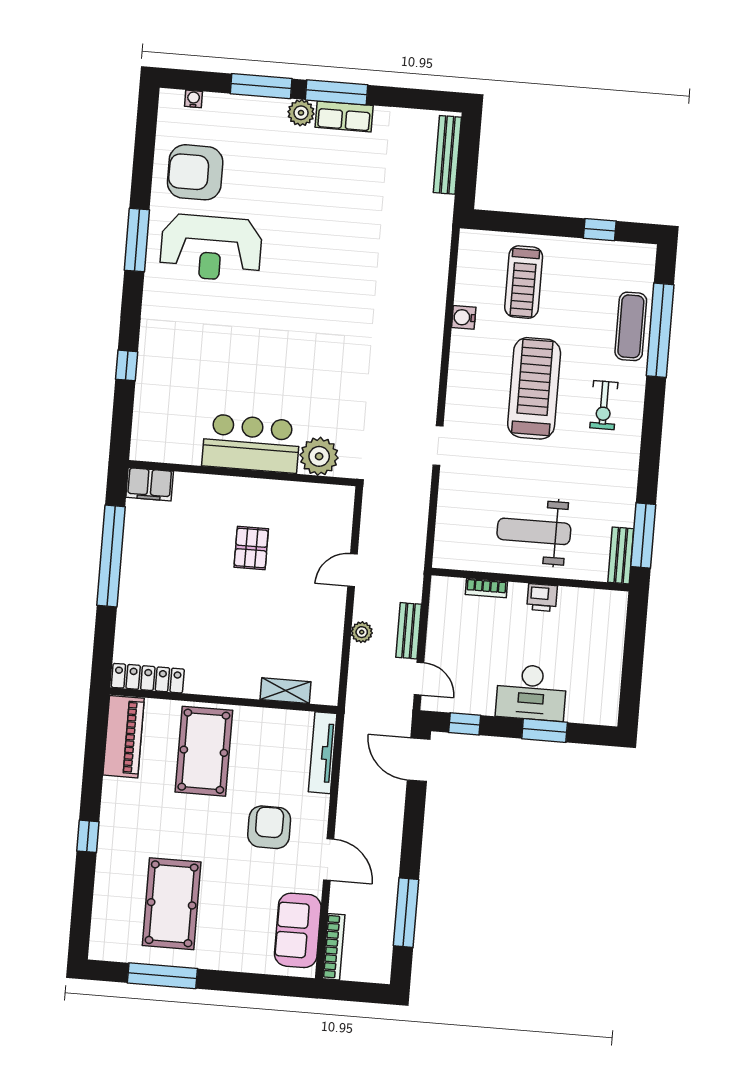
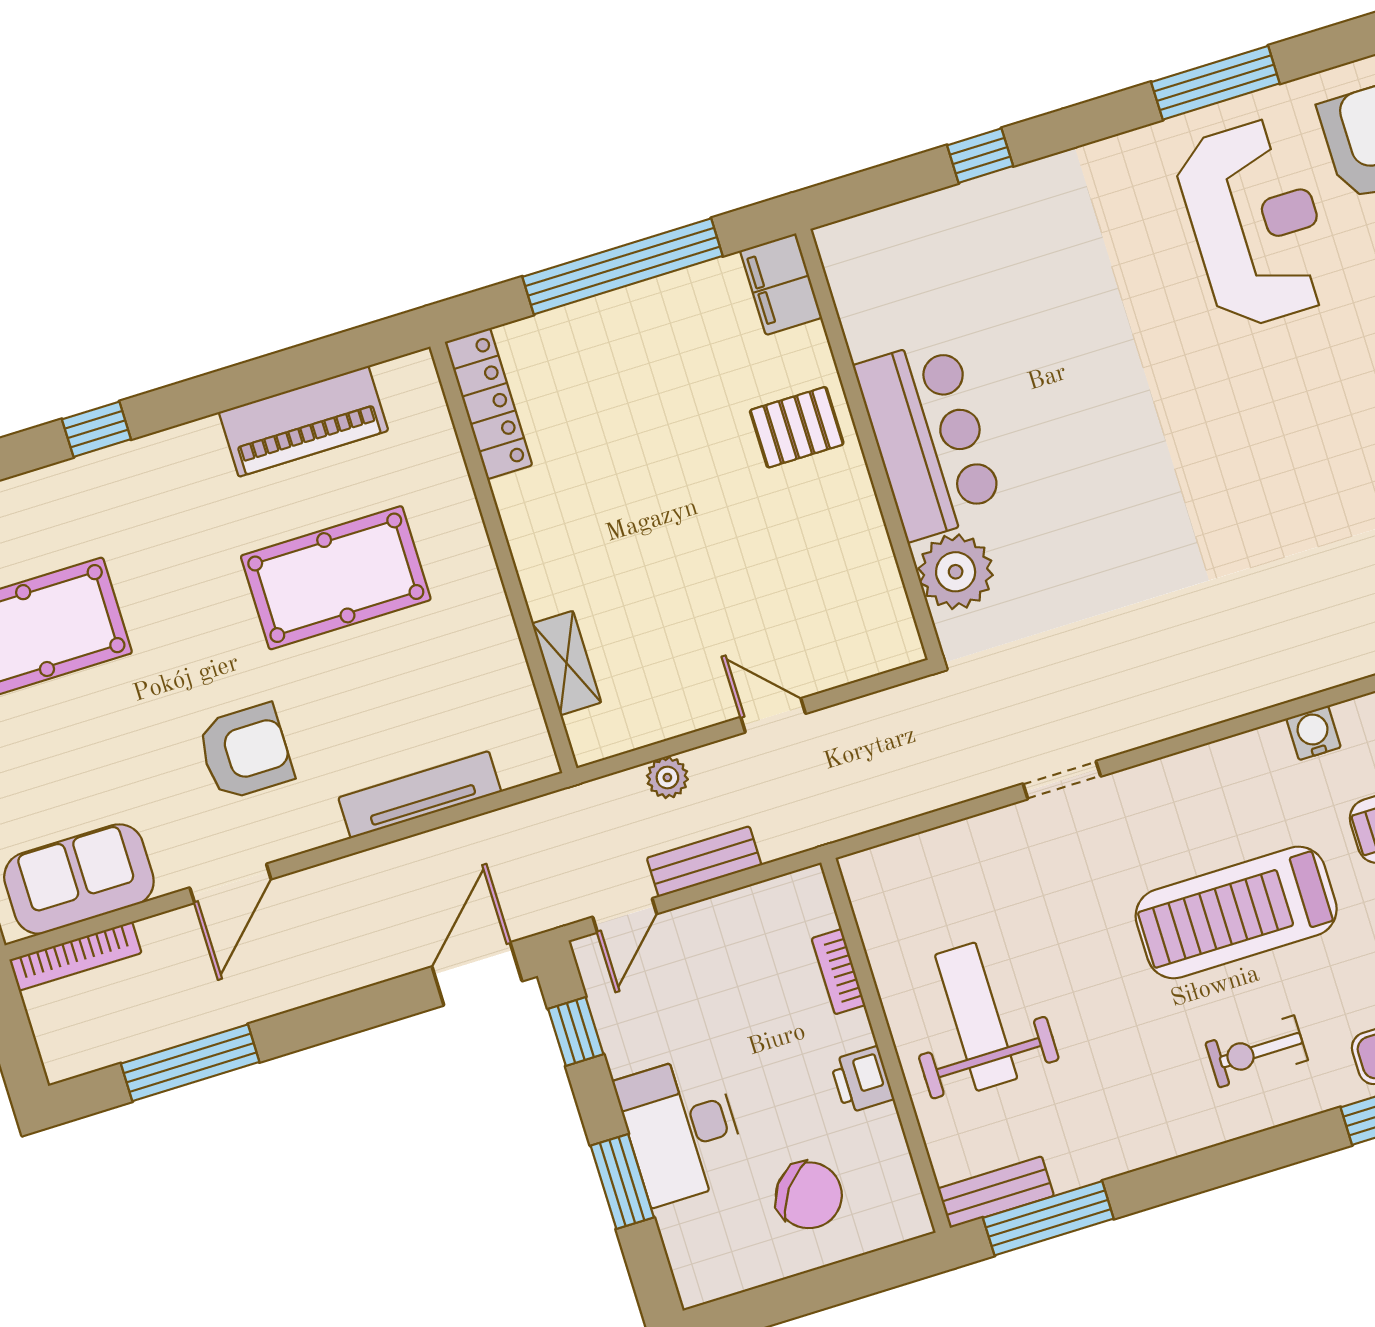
reception desk: (211, 248) -> (1255, 223), turned 180
treadmill: (534, 388) -> (1236, 912), turned 180
pallet: (251, 548) -> (797, 427), moved
chair: (587, 645) -> (809, 1195), added
locker: (148, 678) -> (488, 404), moved
shelving: (286, 691) -> (567, 663), moved
wall: (224, 700) -> (503, 557), moved

